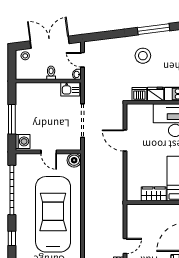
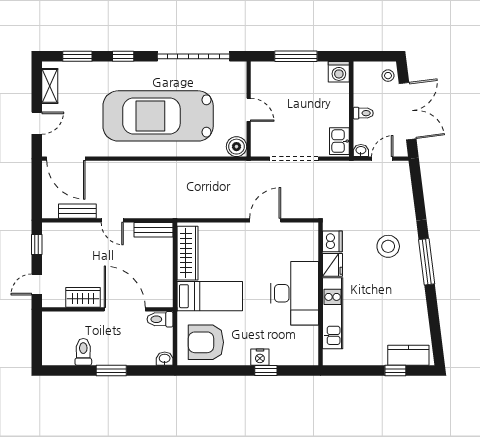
washing machine: (23, 141) -> (339, 72), moved
door: (49, 152) -> (249, 110), swing flipped
wardrobe: (154, 194) -> (187, 253), width x1.50
car: (53, 214) -> (158, 116), turned 180
bench: (131, 217) -> (154, 230), added

